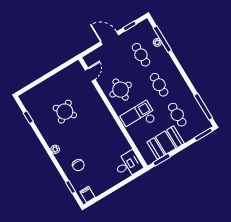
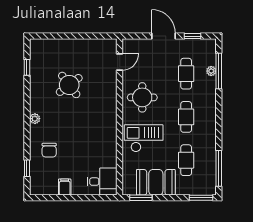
filing cabinet: (87, 194) -> (65, 187), moved

